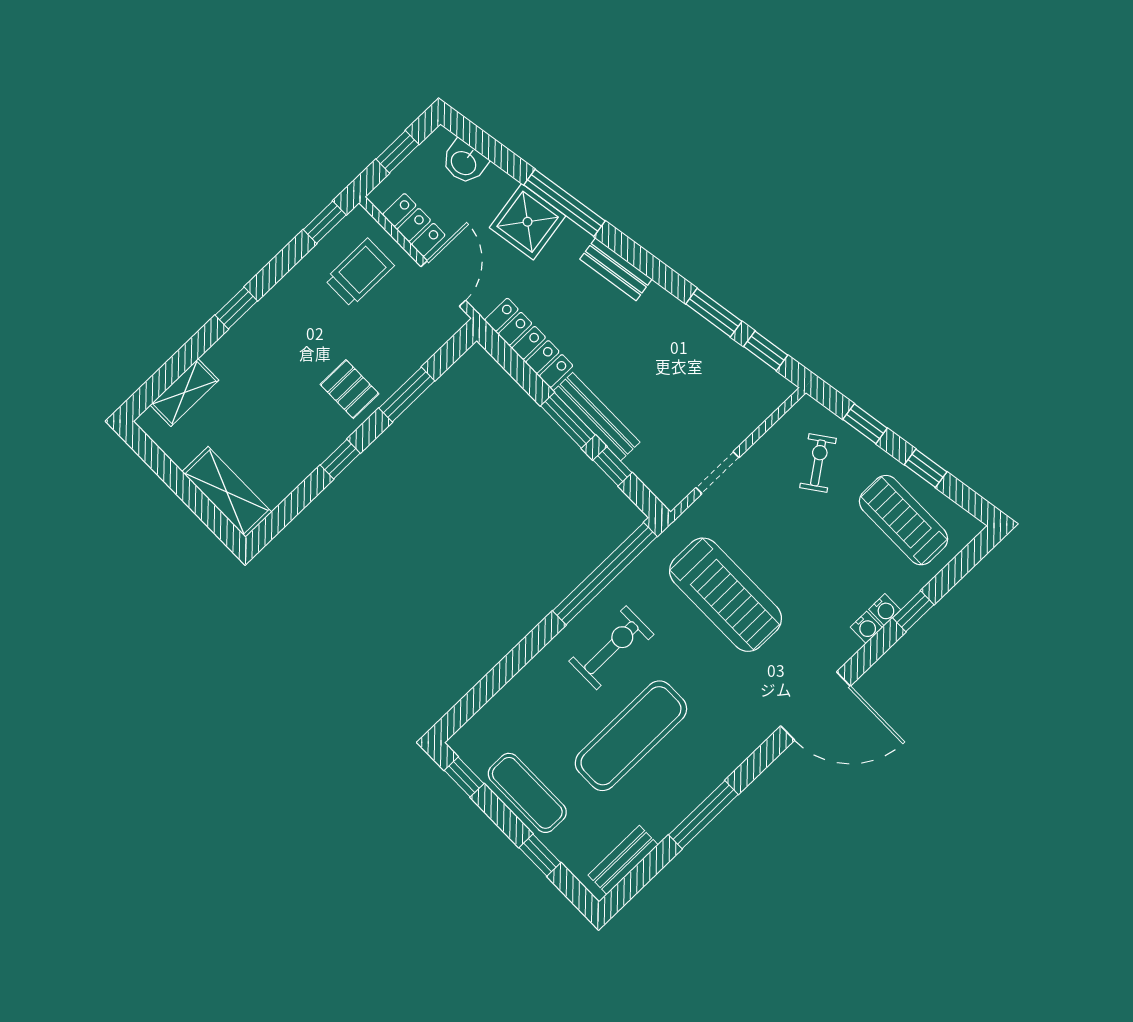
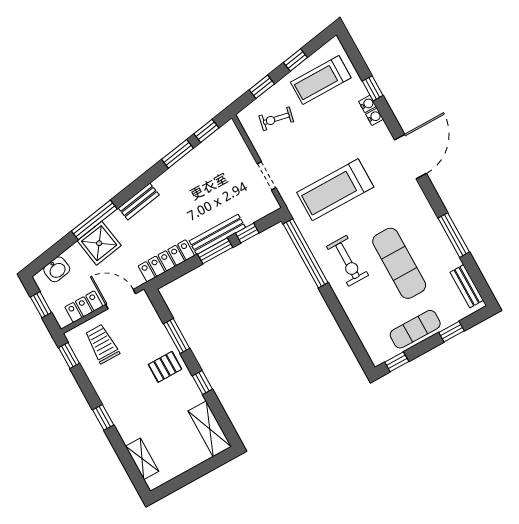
exercise bike: (818, 463) -> (276, 119), turned -42
shelving: (227, 492) -> (210, 429), moved, turned 90
treadmill: (725, 595) -> (335, 190), turned 180
exercise bike: (611, 648) -> (348, 261), turned 180

